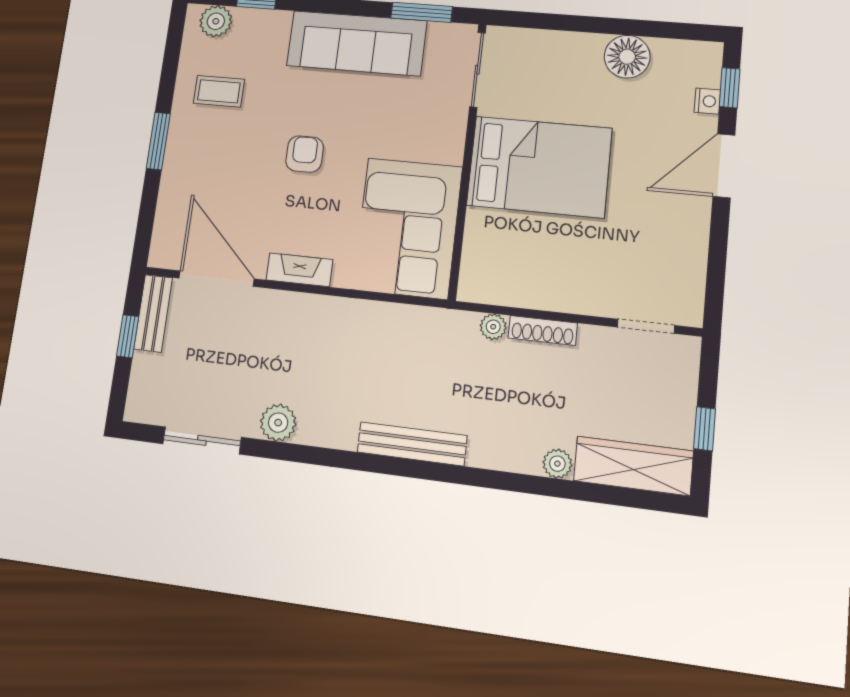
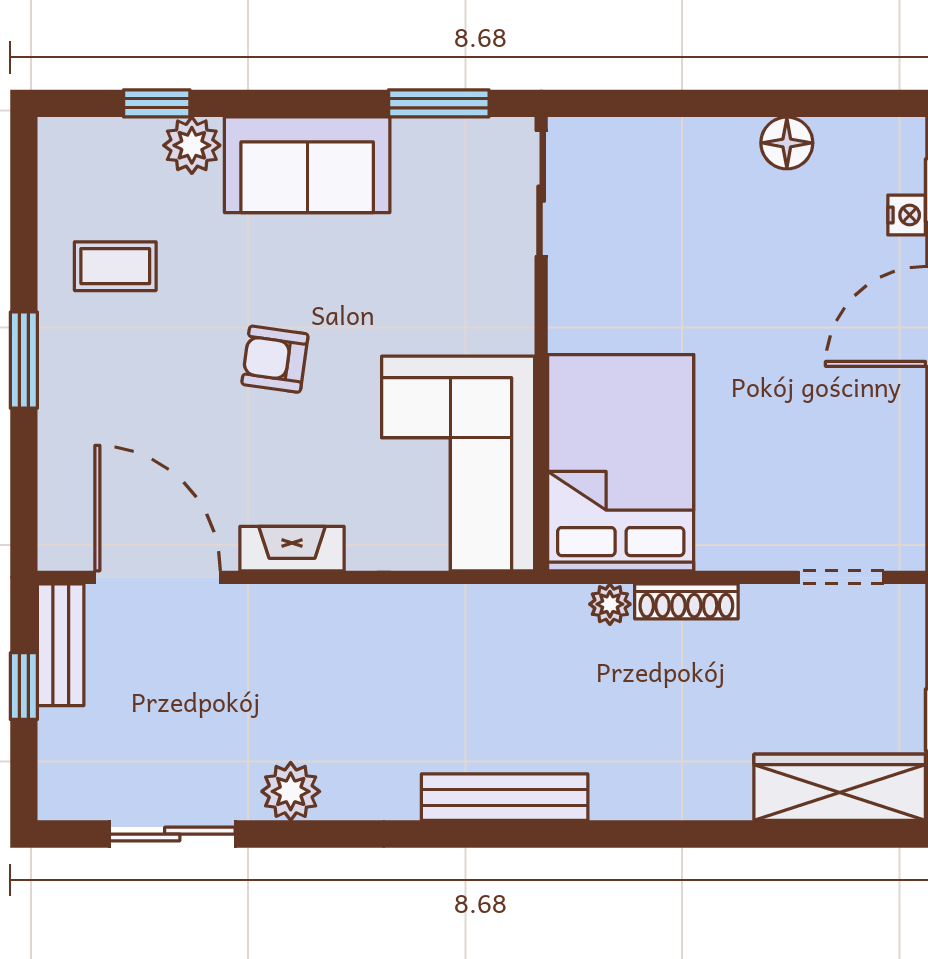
plant: (216, 21) -> (192, 145), moved
sofa: (356, 43) -> (307, 165), width x0.73
floor lamp: (627, 57) -> (787, 143), width x0.73, depth x0.73
armchair: (305, 154) -> (275, 359), turned -82
bed: (539, 167) -> (621, 463), moved, turned -90
plant: (557, 464) -> (728, 798), removed

